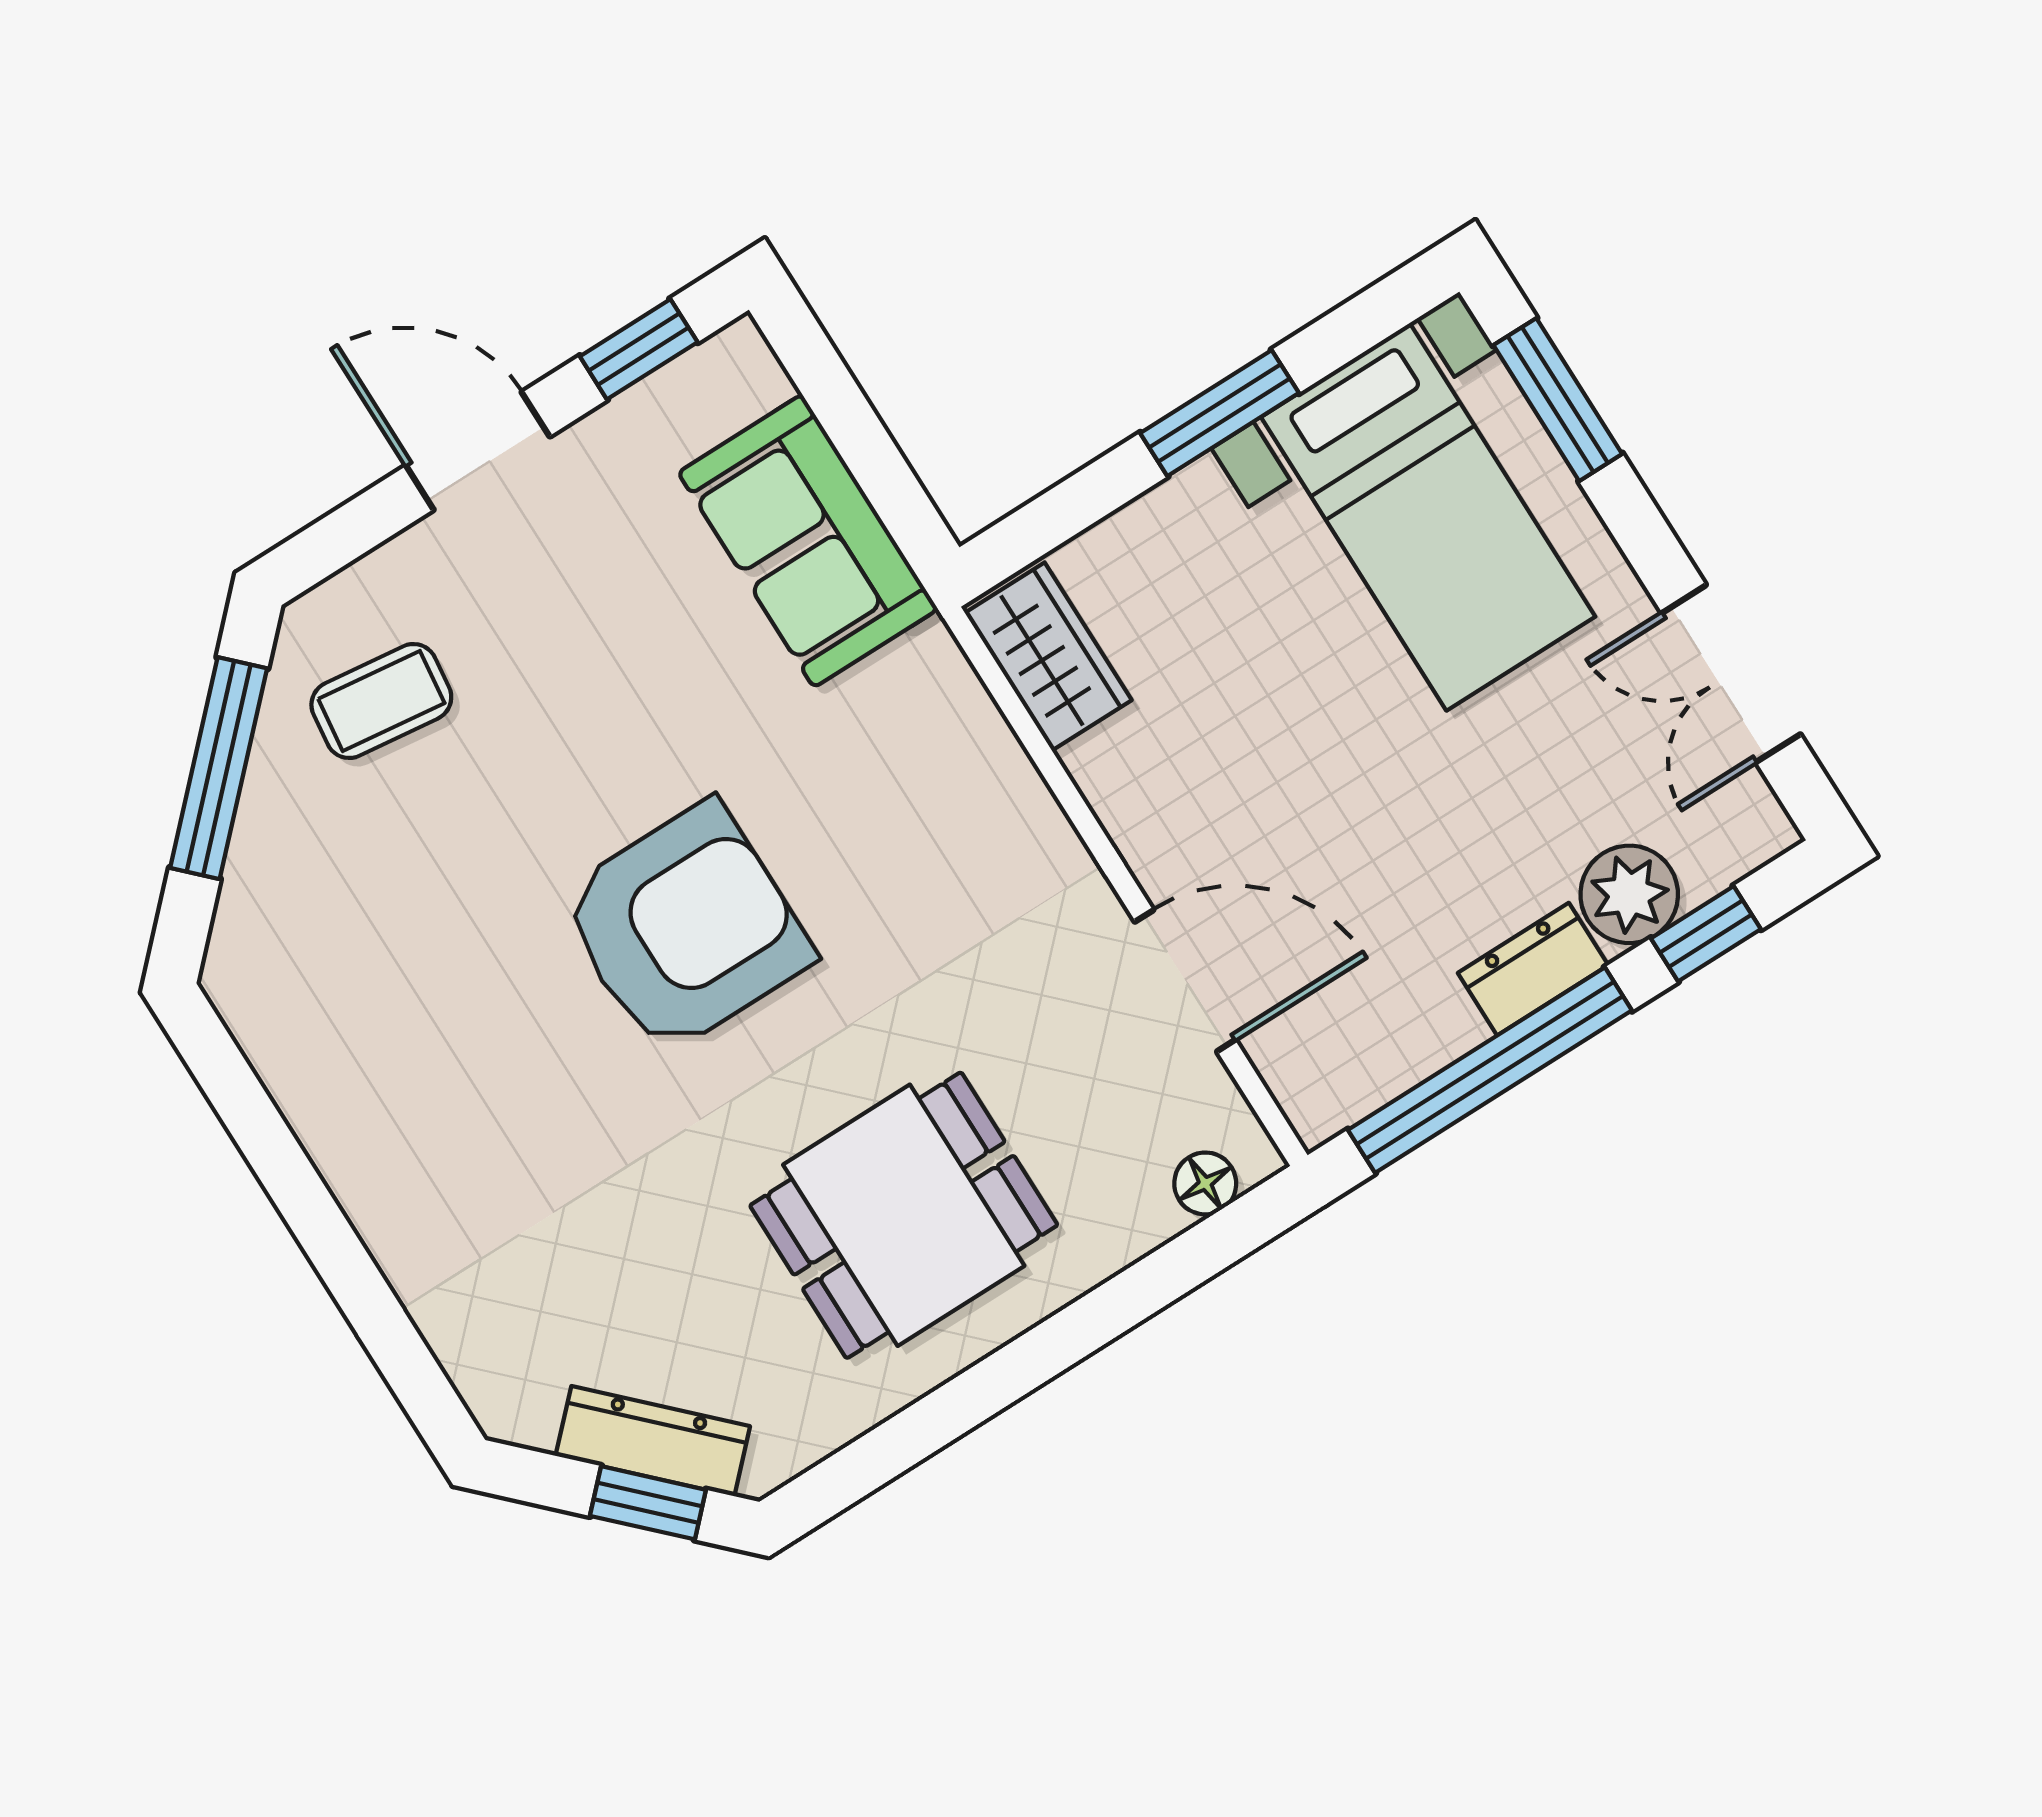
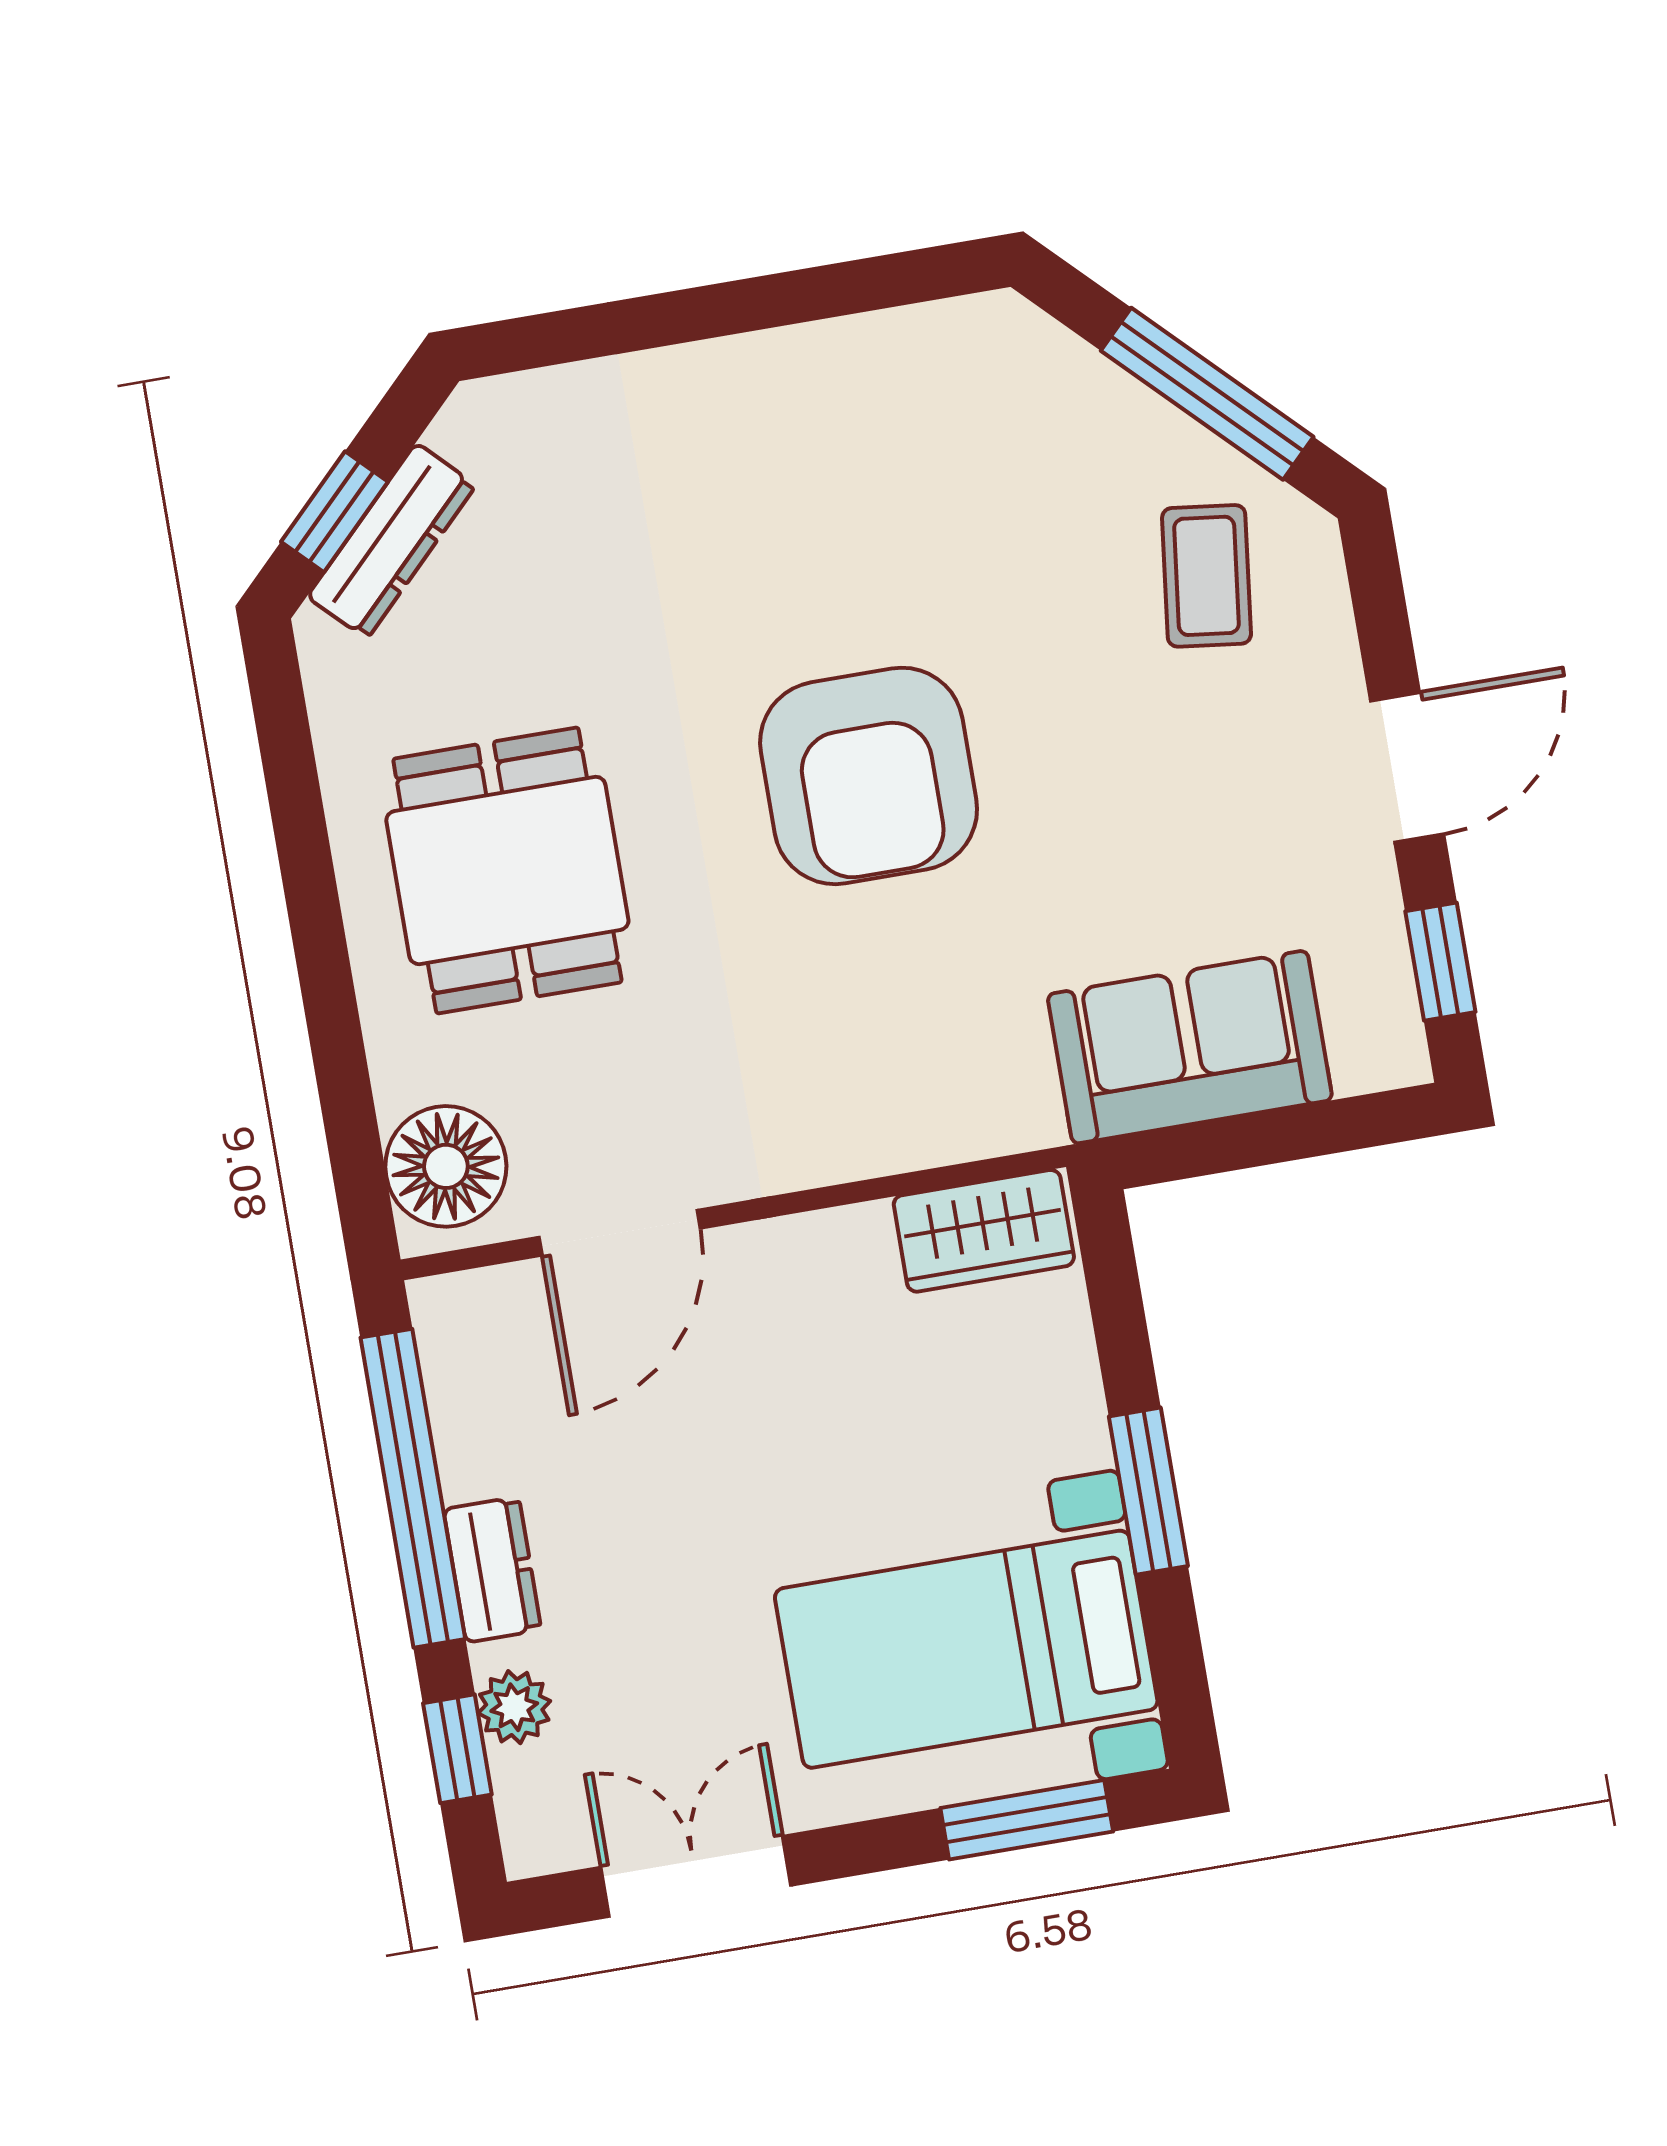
plant: (1629, 894) -> (514, 1707), width x0.73, depth x0.73
floor lamp: (1205, 1183) -> (446, 1166), width x1.89, depth x1.89

